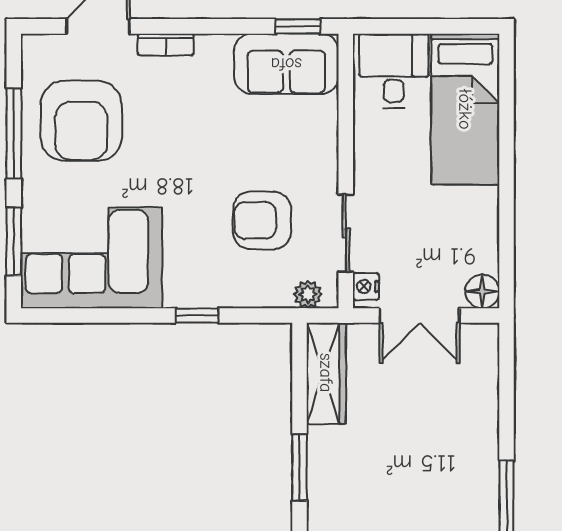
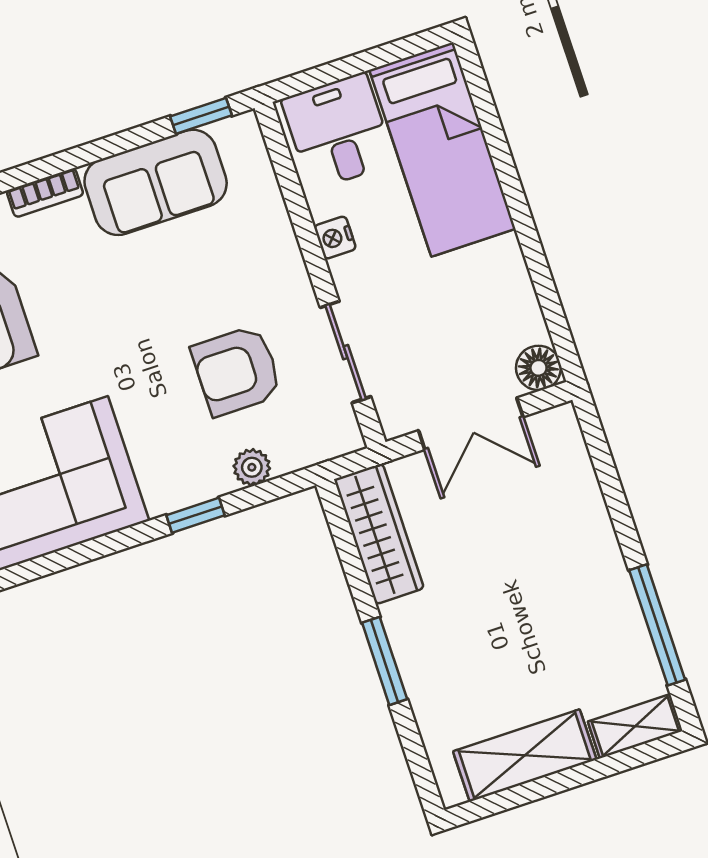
sofa: (286, 64) -> (156, 182), moved
nightstand: (366, 286) -> (335, 238), moved
plant: (308, 294) -> (252, 467), moved

